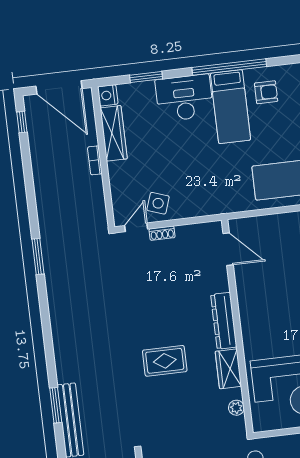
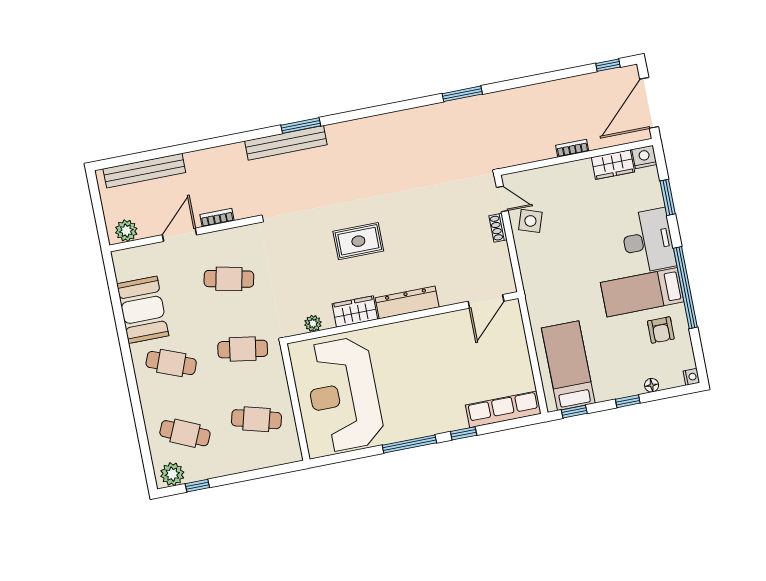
wardrobe: (114, 133) -> (613, 165), width x0.67
rug: (165, 361) -> (358, 241), turned 90

